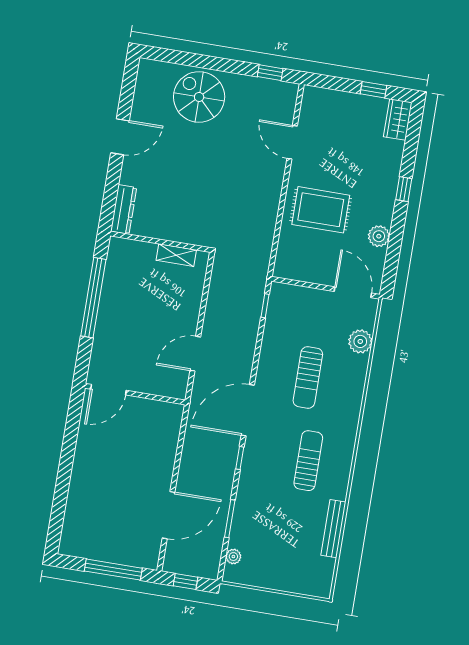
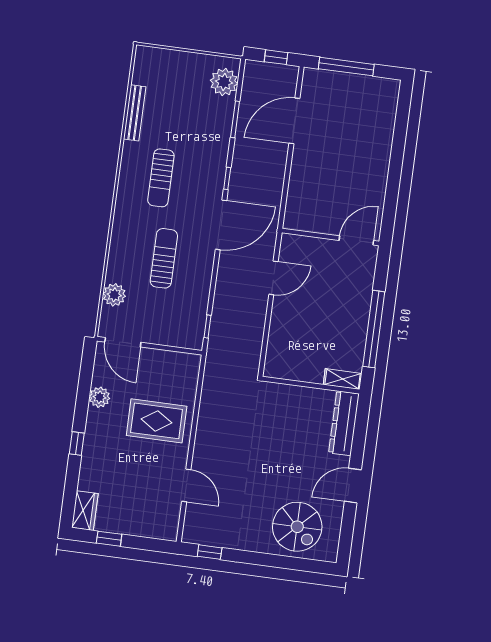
spiral stairs: (199, 97) -> (297, 527), moved
dresser: (124, 210) -> (344, 423), width x1.37, depth x1.24
shelving: (176, 255) -> (343, 379), moved
plant: (233, 557) -> (224, 82), width x1.88, depth x1.88

